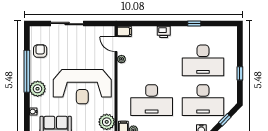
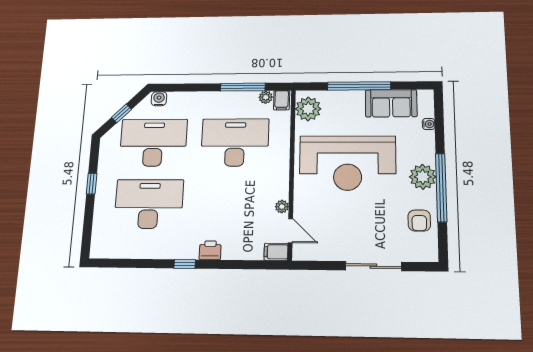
window: (194, 24) -> (185, 264), moved
reception desk: (82, 87) -> (348, 163), turned 180
plant: (38, 89) -> (423, 177), moved

